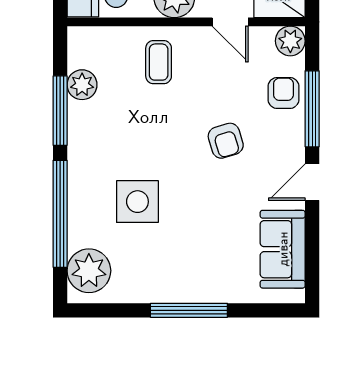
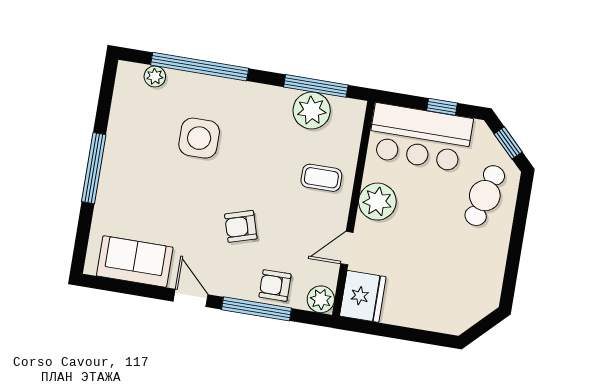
plant: (82, 85) -> (312, 110), width x1.36, depth x1.36
armchair: (283, 93) -> (275, 286), turned 180
window: (60, 111) -> (316, 86), moved
plant: (89, 271) -> (155, 76), width x0.53, depth x0.53

